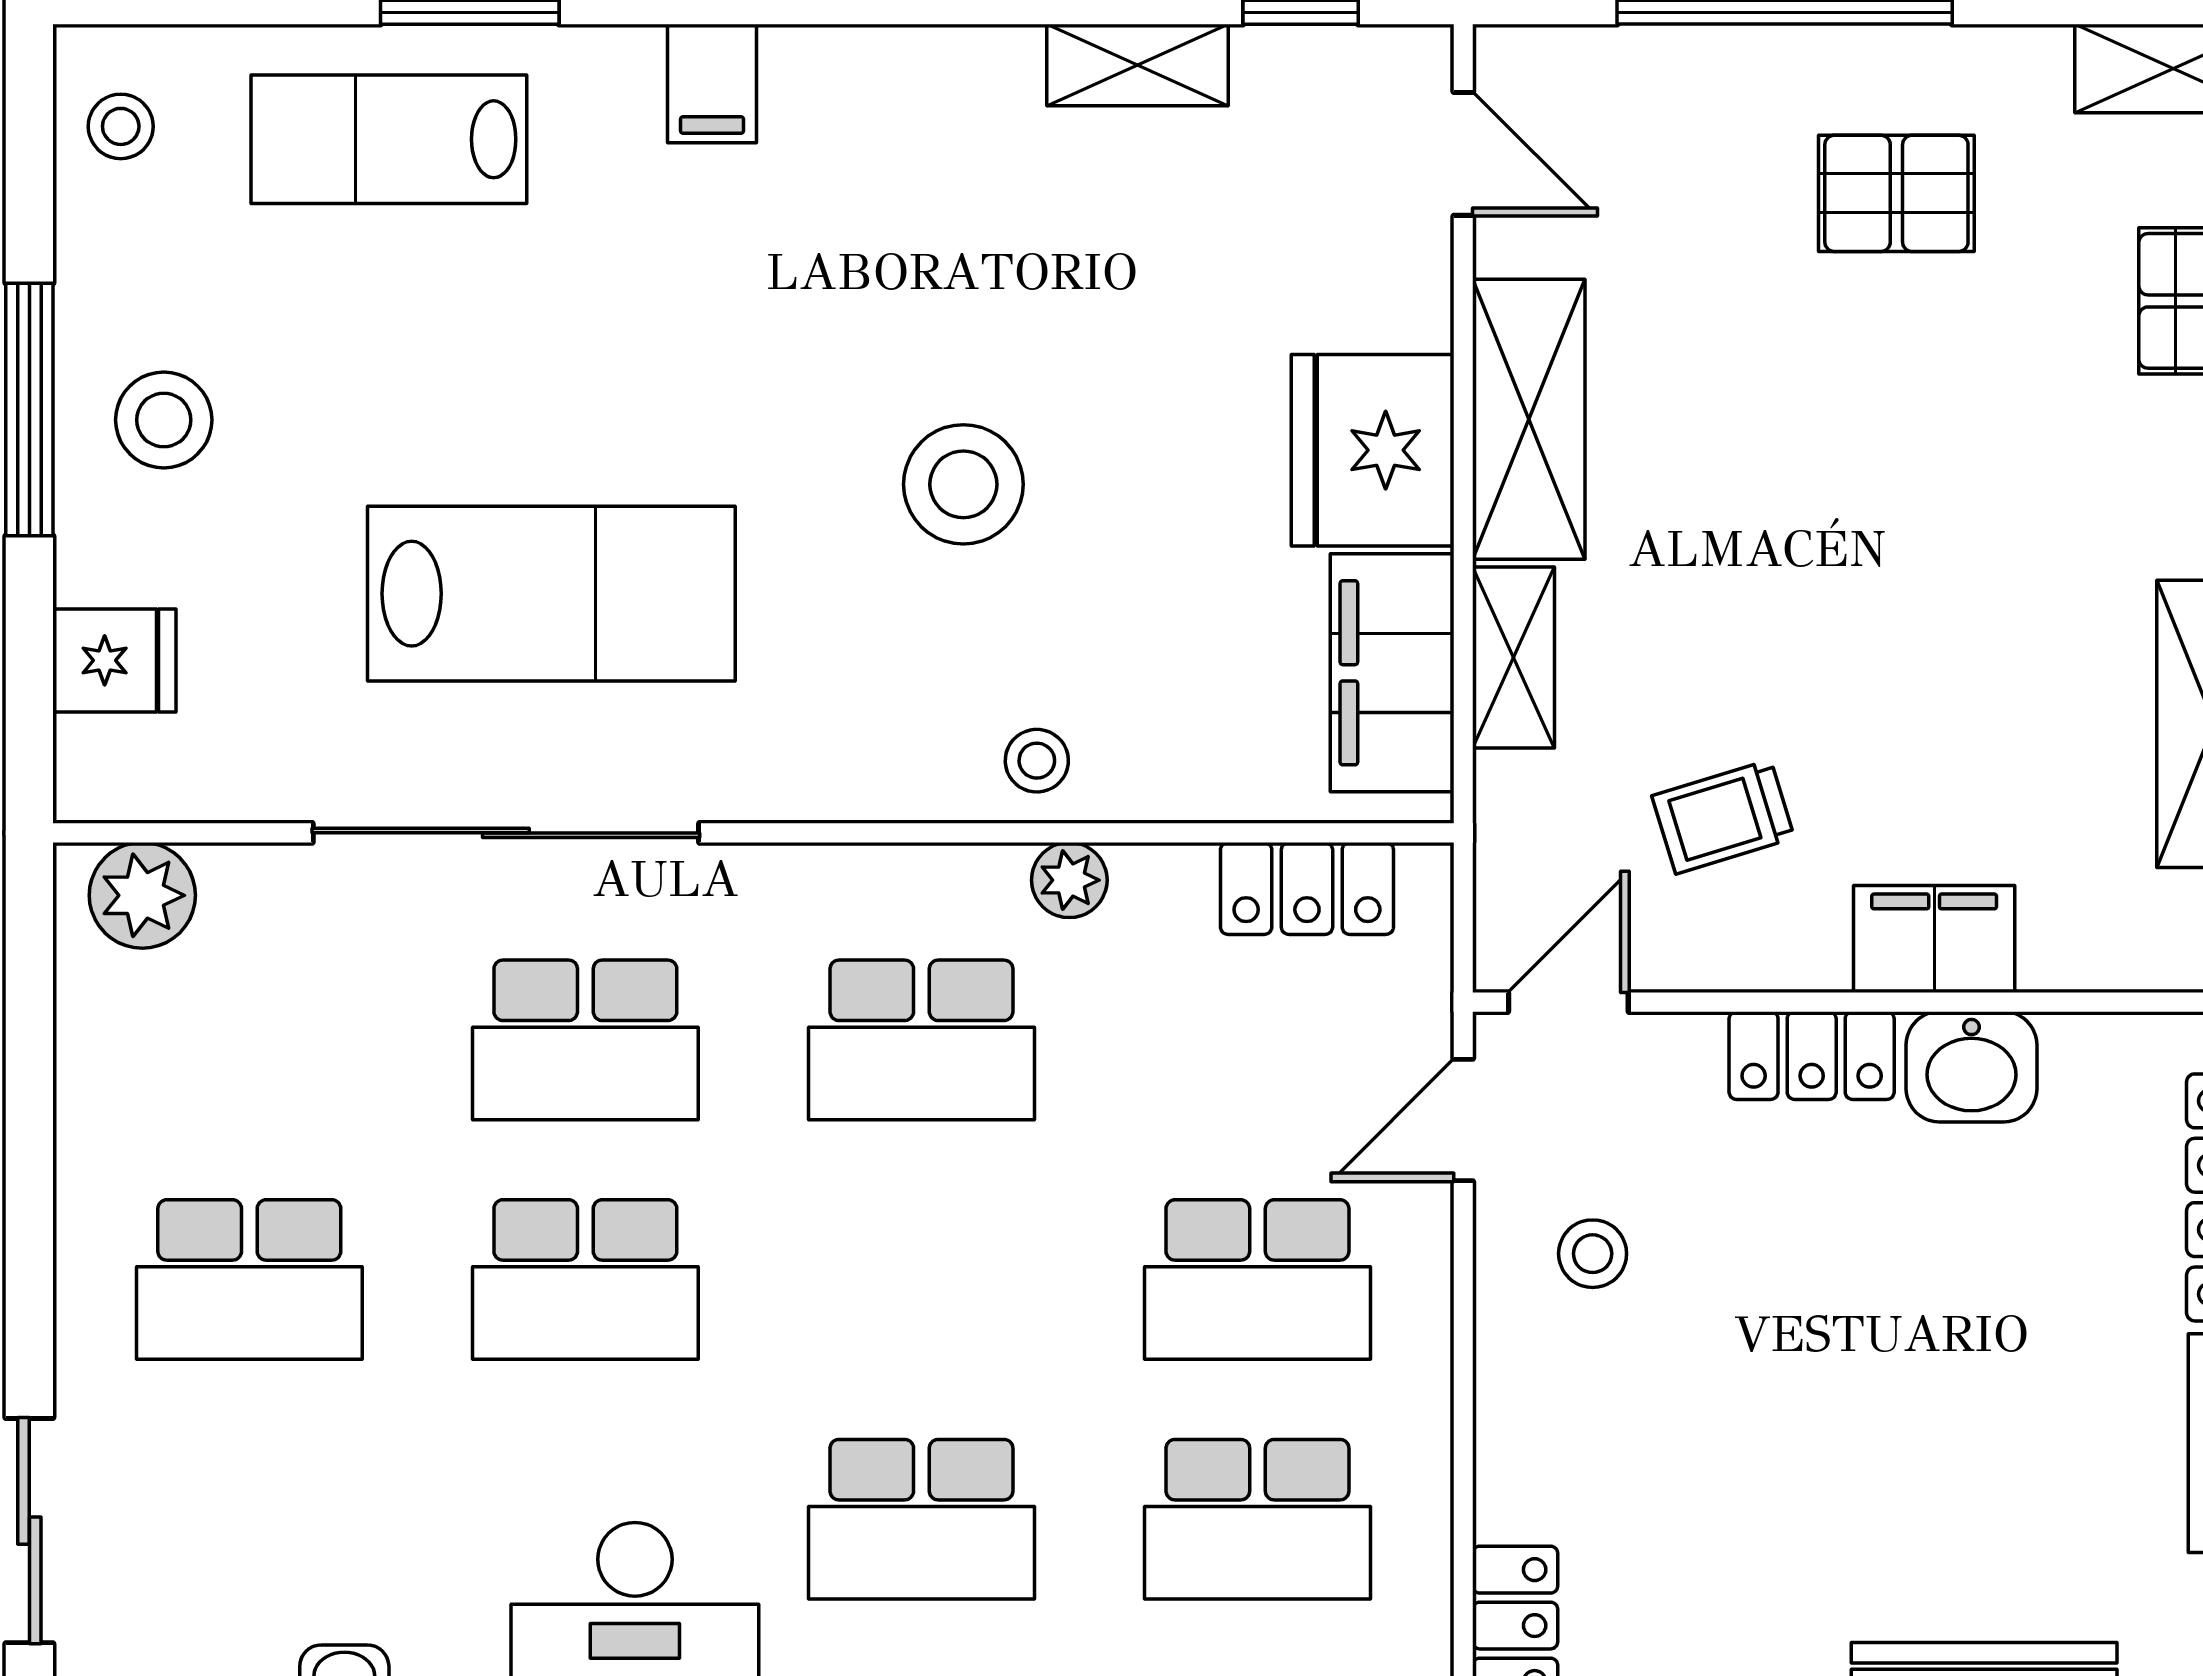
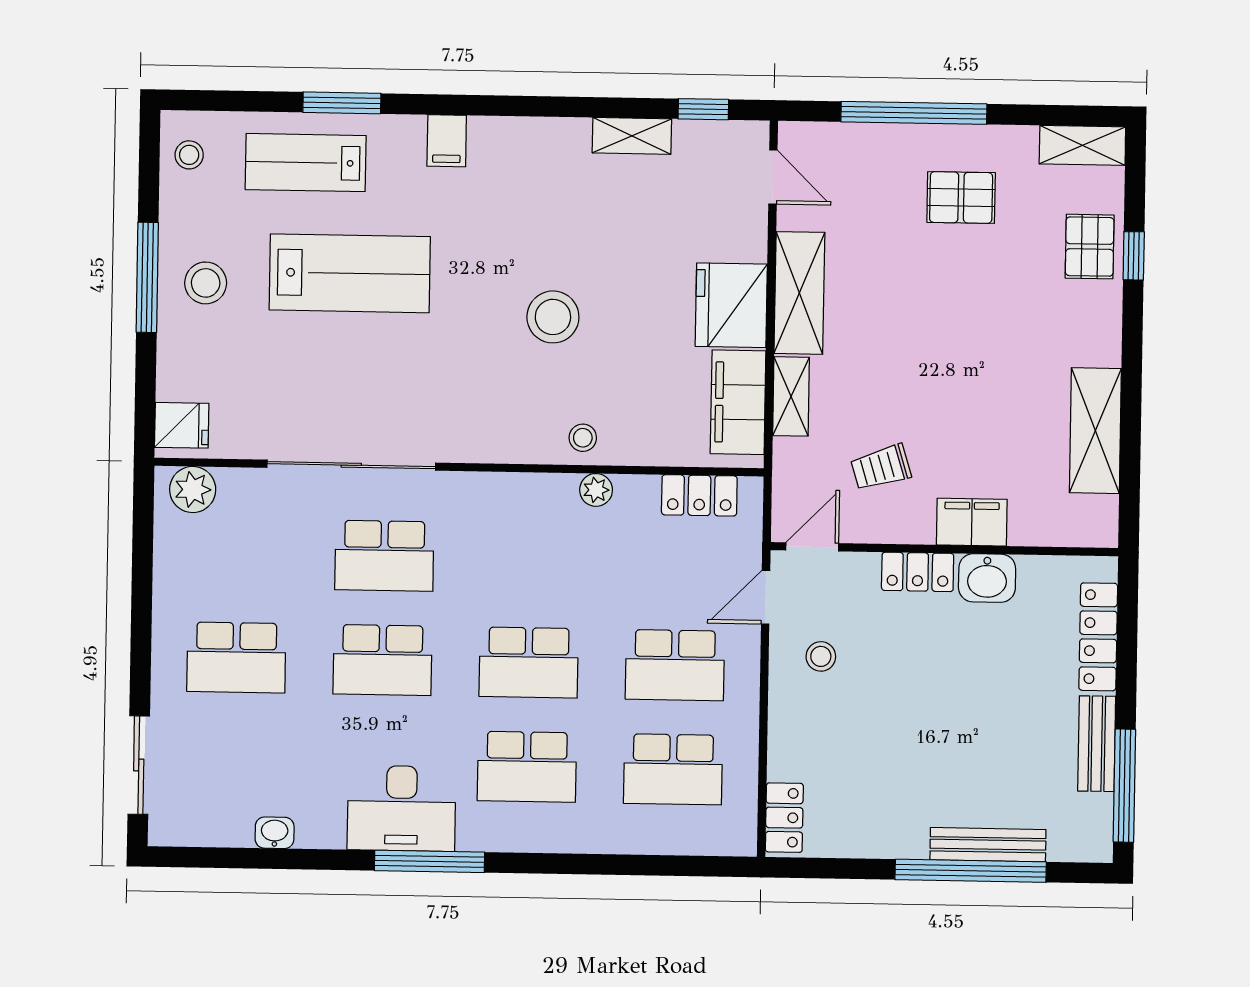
lab bench: (551, 594) -> (350, 273), moved
fridge: (114, 660) -> (182, 425), moved
school desk: (921, 1040) -> (529, 663), moved

